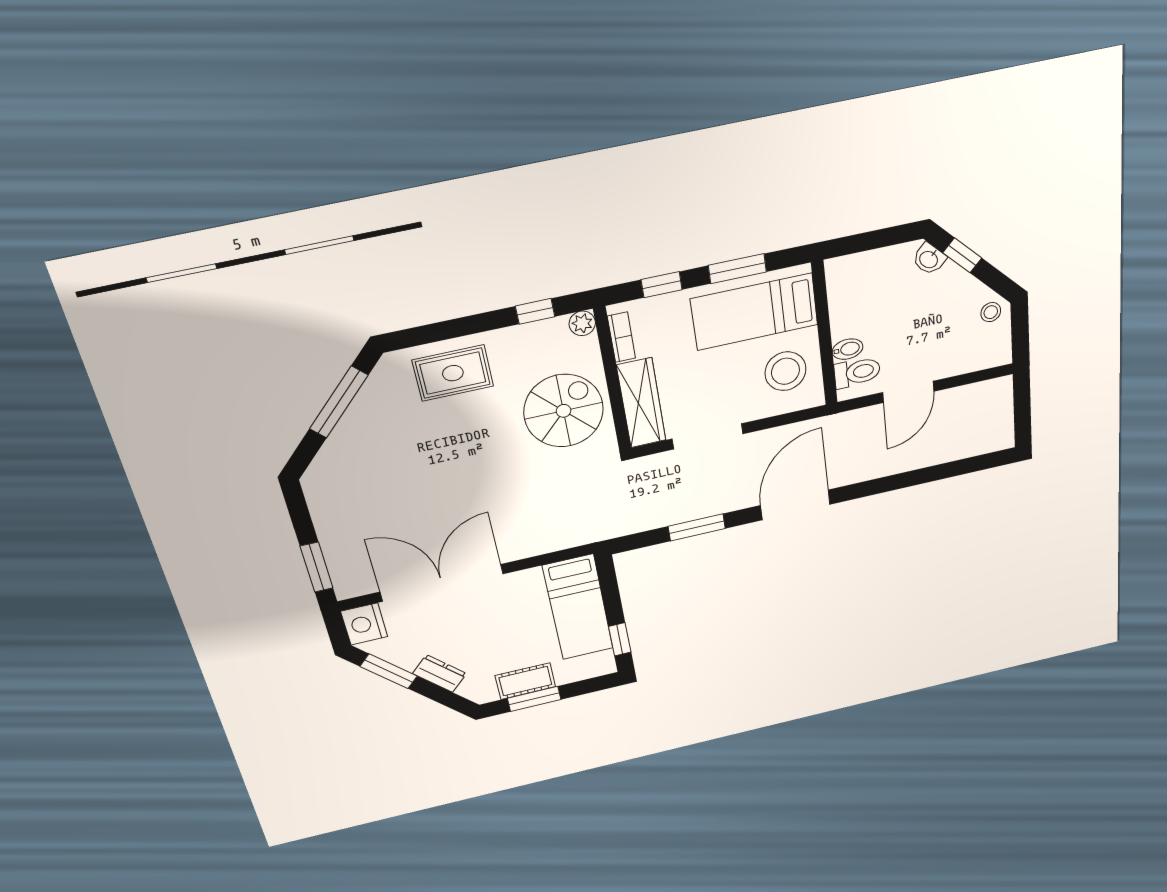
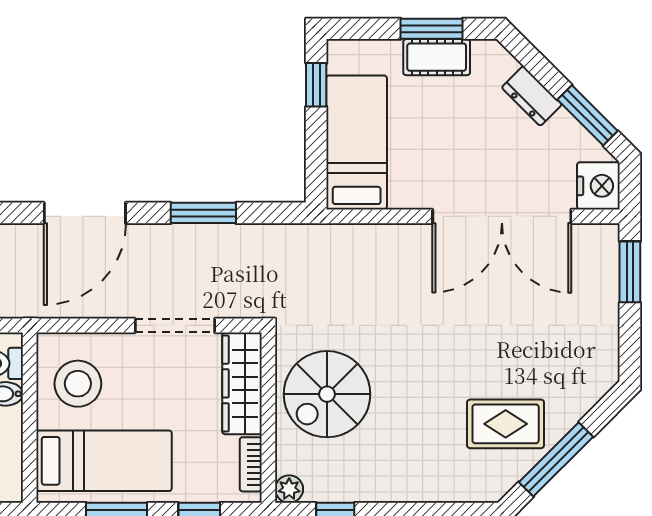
rug: (453, 373) -> (506, 424), moved

